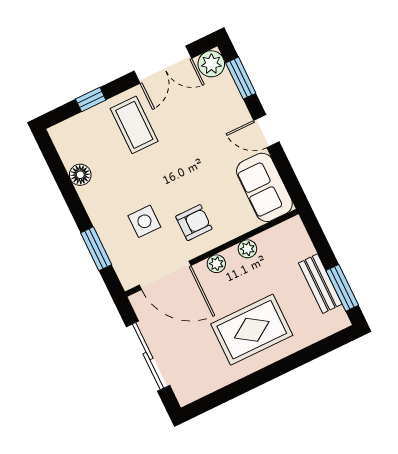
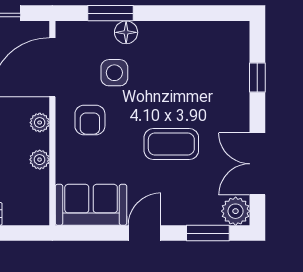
coffee table: (134, 125) -> (171, 144), moved
floor lamp: (80, 175) -> (126, 32), moved

